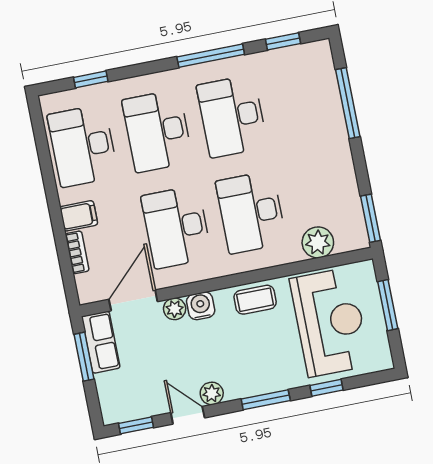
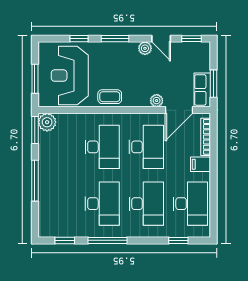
window: (348, 103) -> (35, 181), moved
plant: (318, 242) -> (47, 122), moved
bookcase: (77, 252) -> (206, 137), width x1.56
water cooler: (201, 306) -> (141, 99), removed

